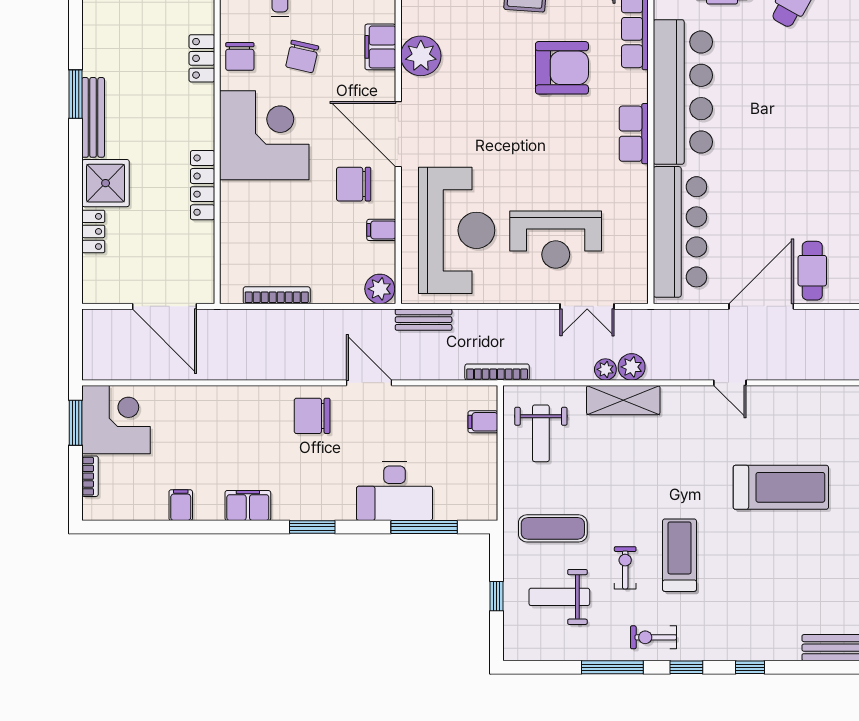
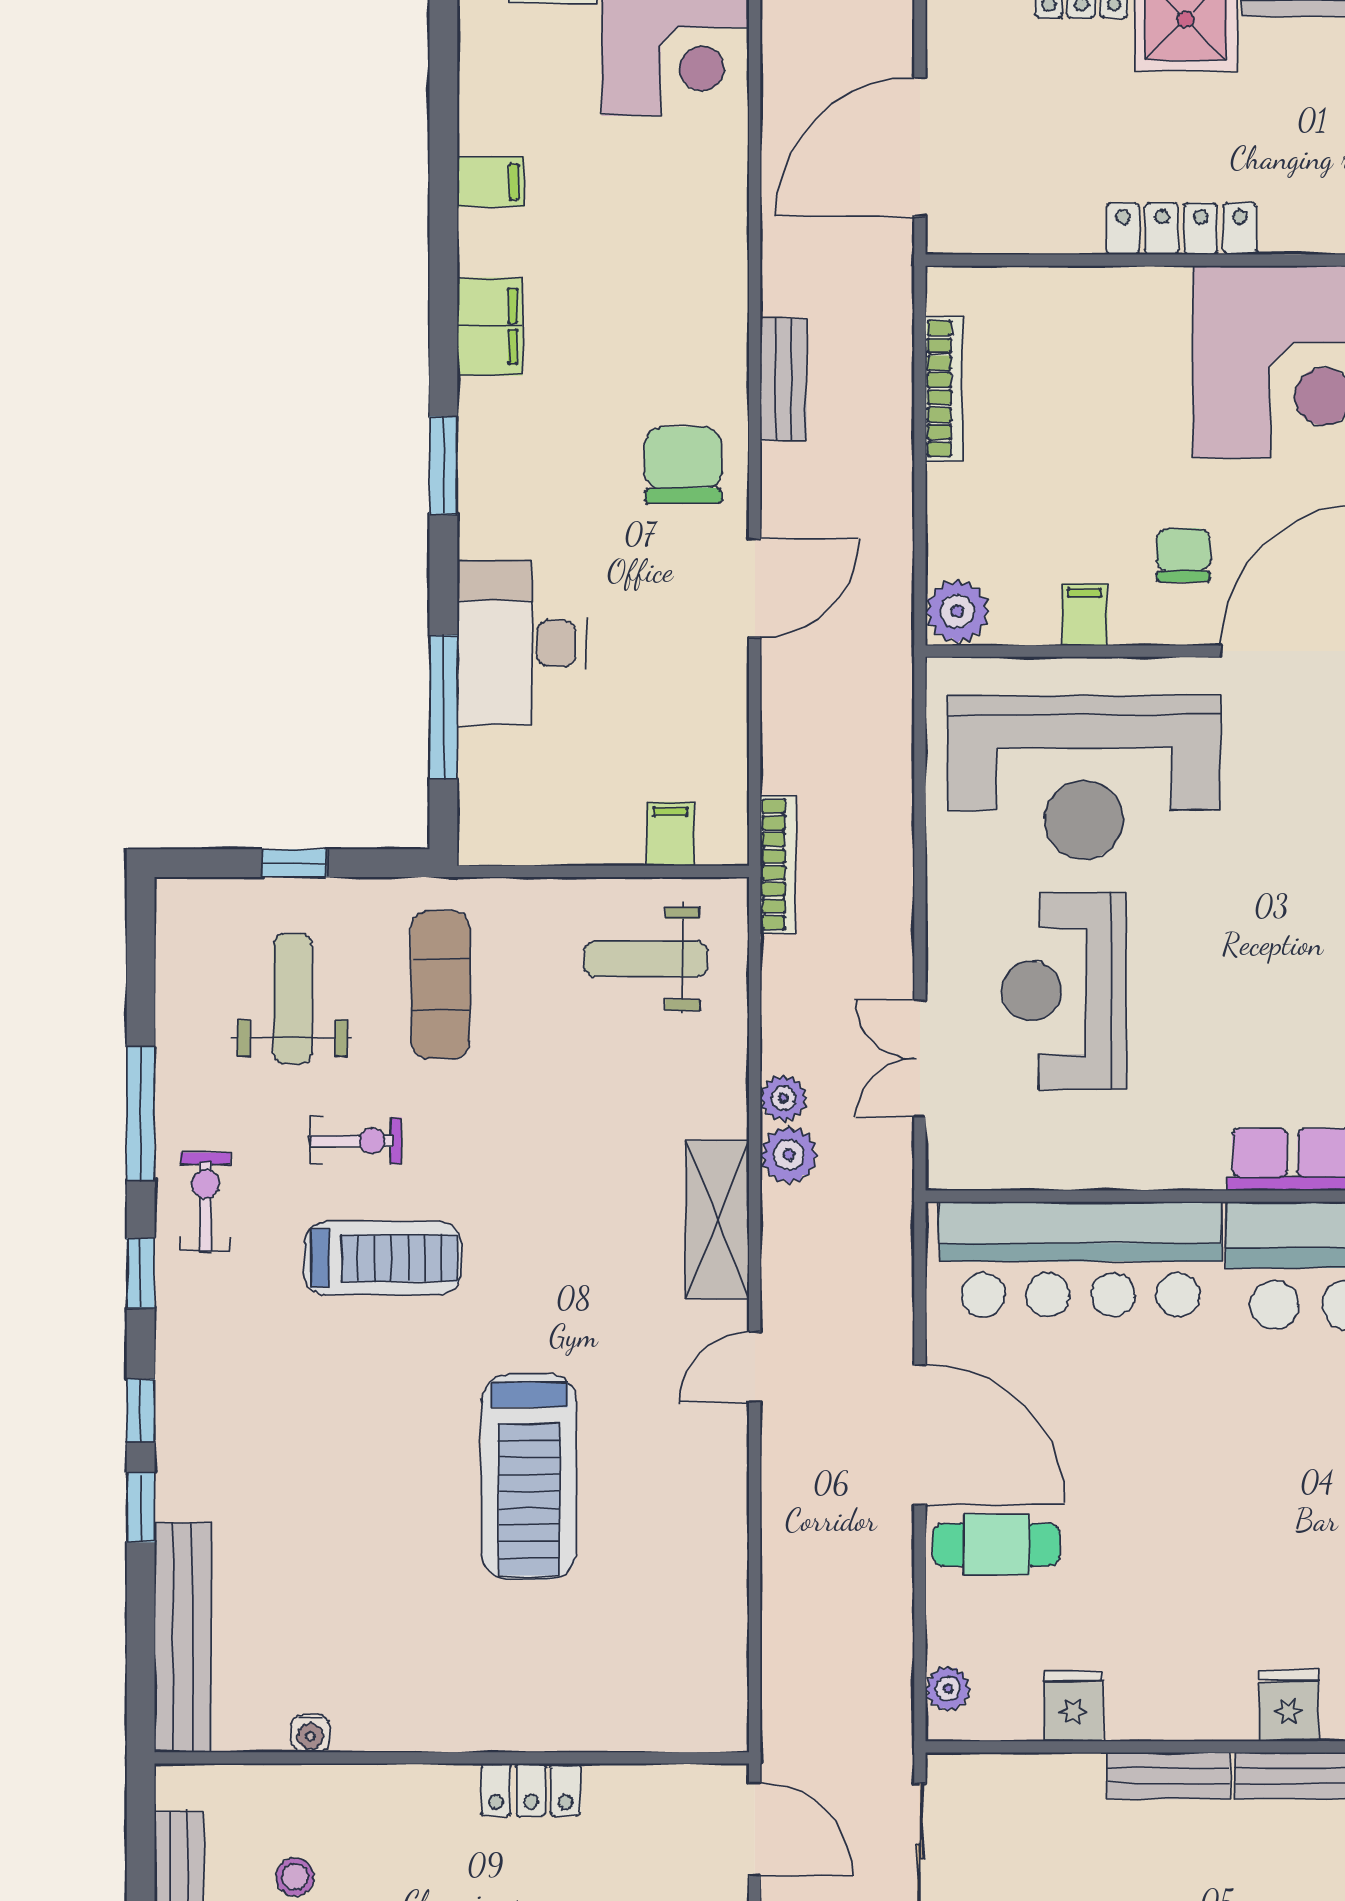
chair: (354, 184) -> (1183, 555), width x0.73, depth x0.73
bench: (424, 320) -> (783, 379), moved
shelving: (623, 400) -> (717, 1220), moved
window: (795, 667) -> (141, 1508), added

